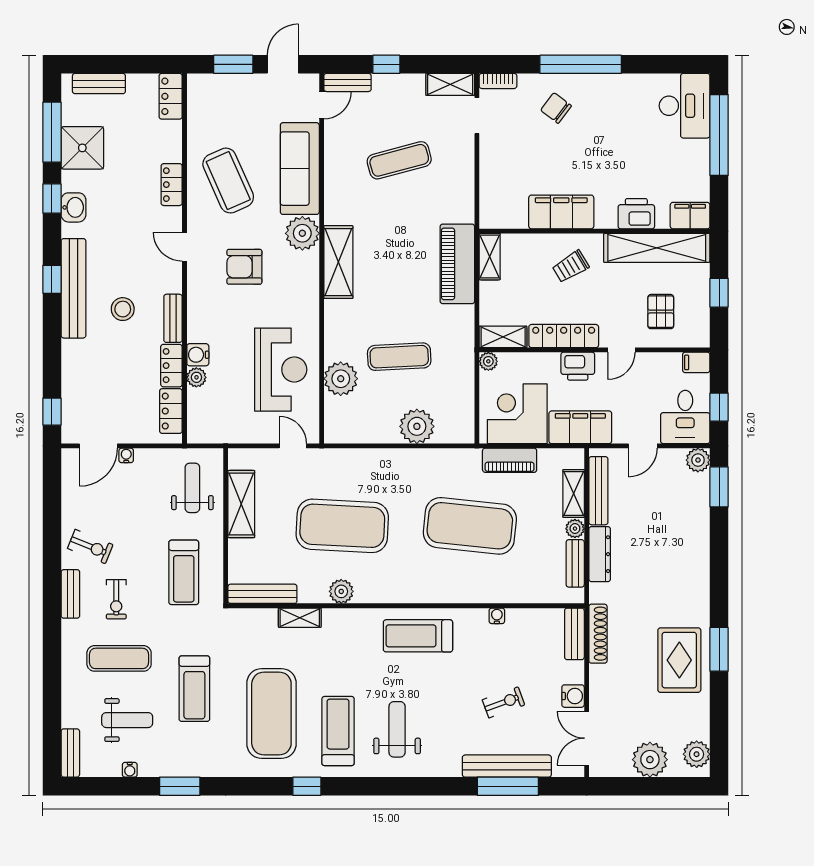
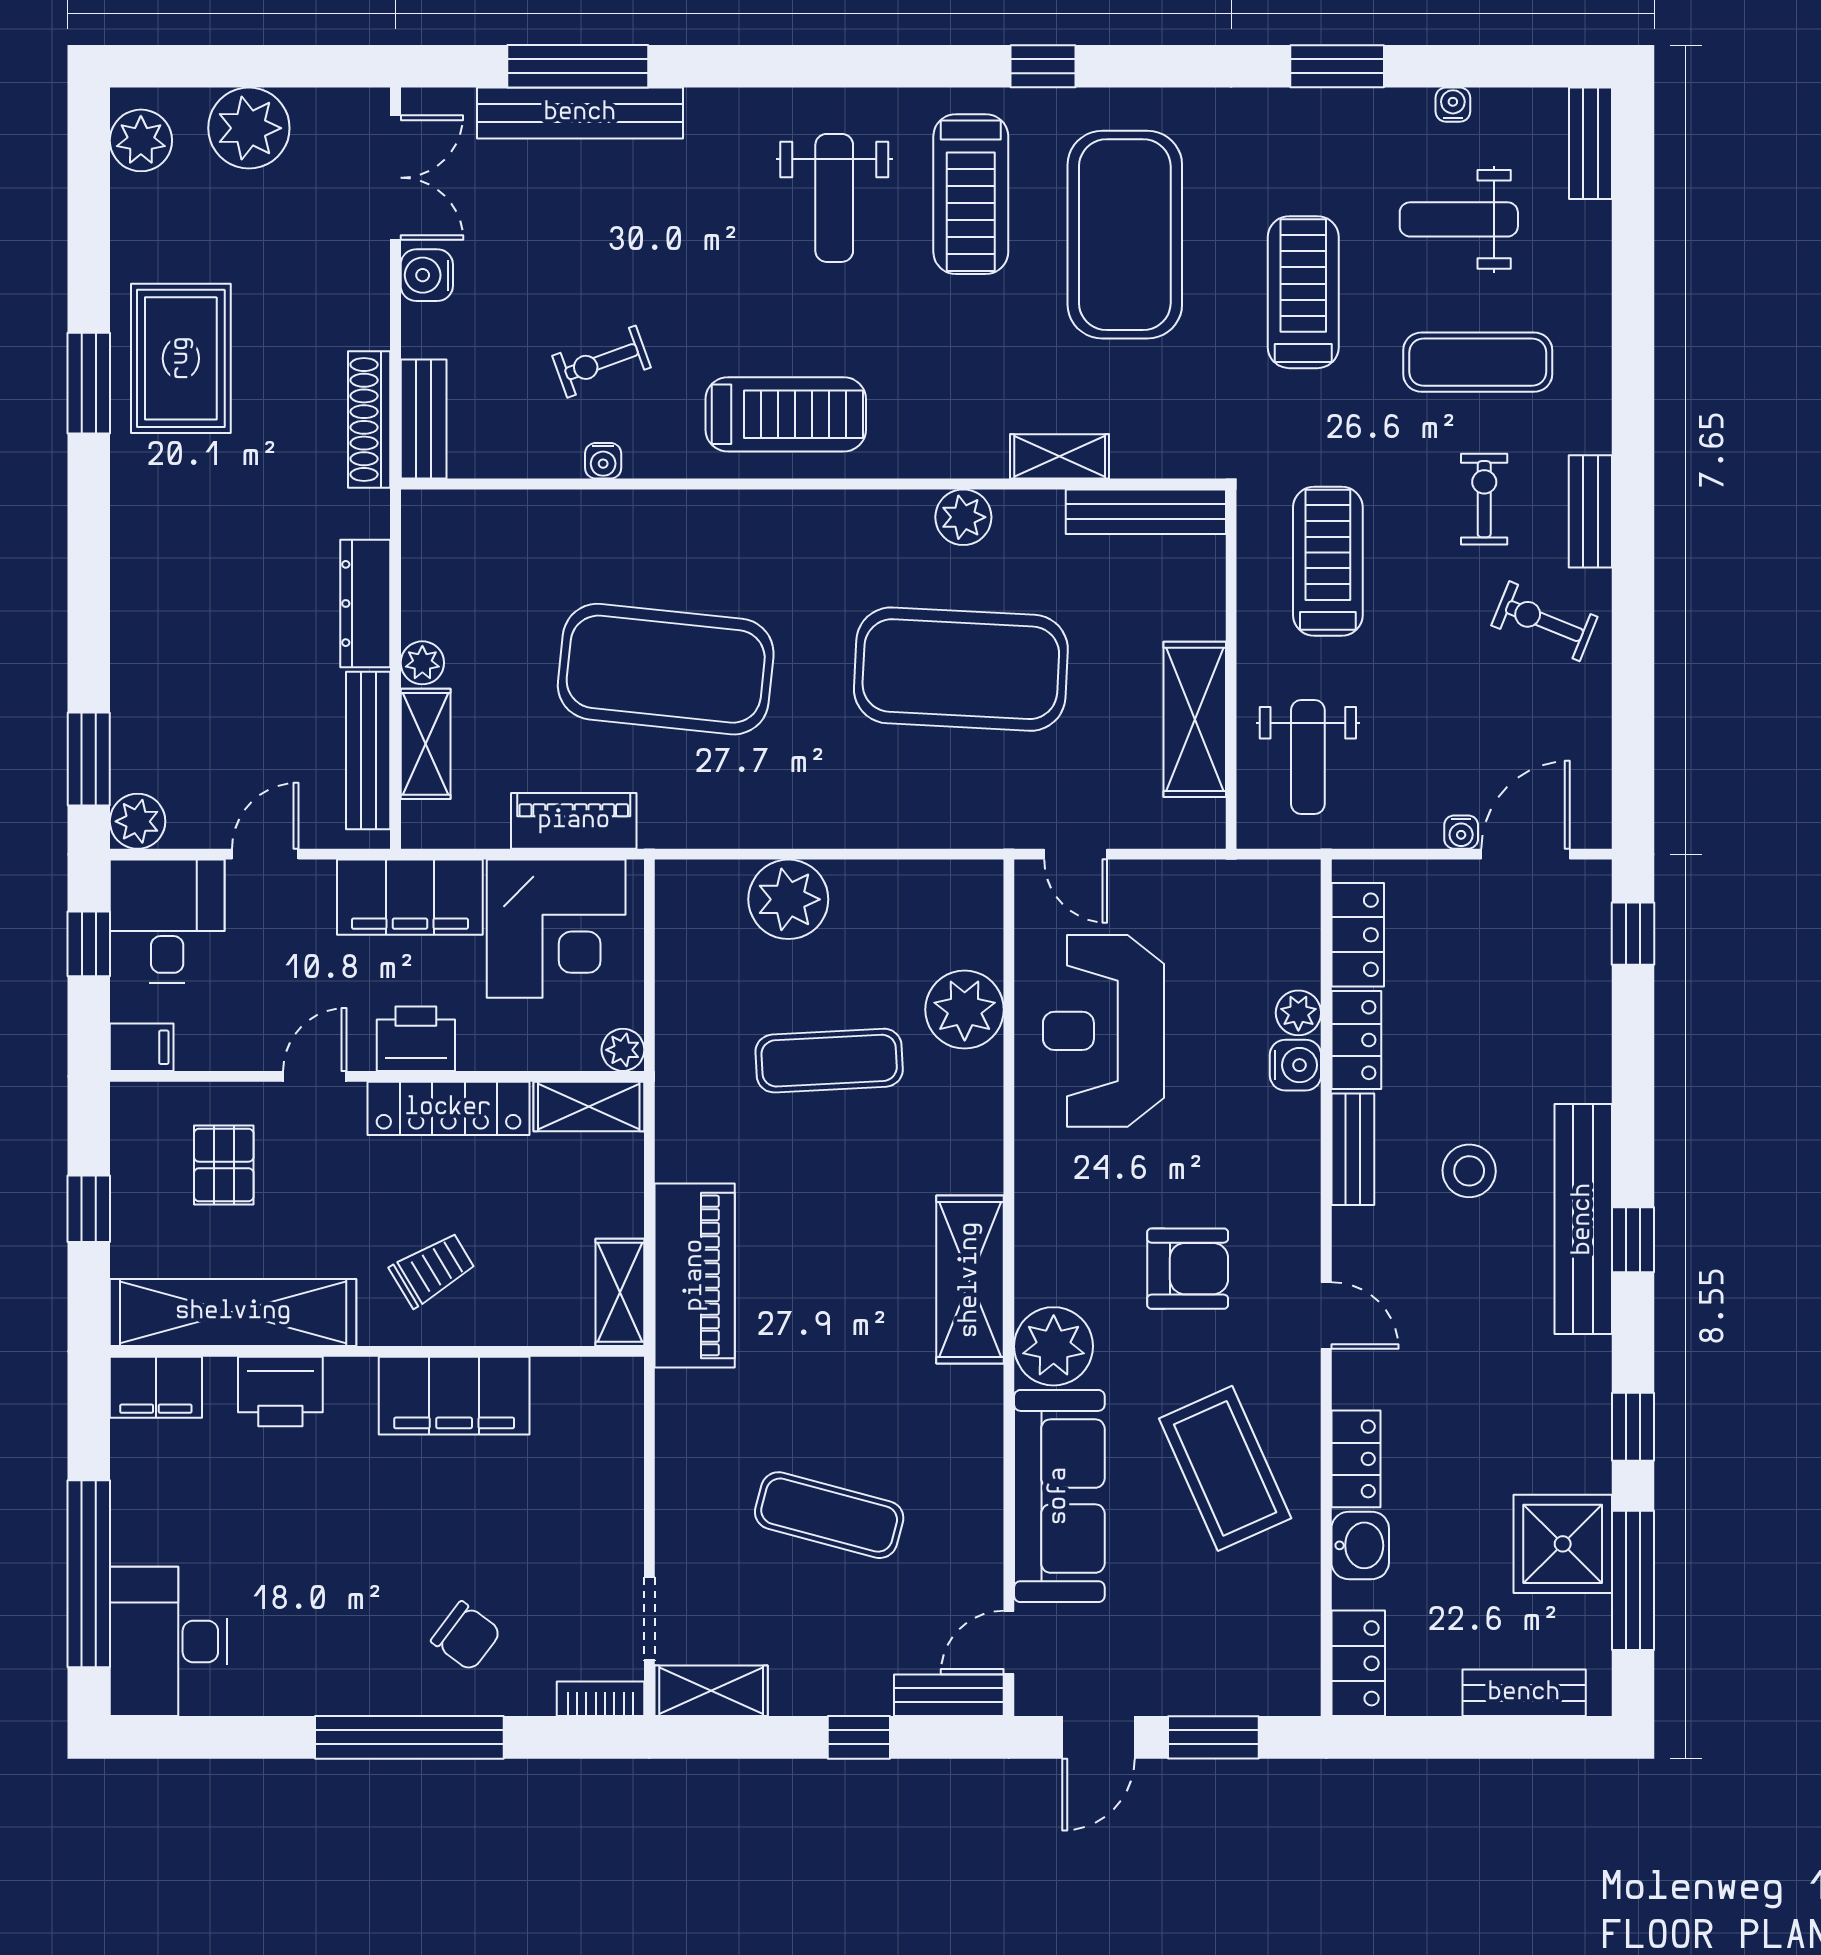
exercise mat: (399, 160) -> (829, 1515), turned 30
washbasin: (73, 207) -> (1360, 1545), moved, turned 180
bench: (575, 563) -> (422, 582), removed
exercise bike: (504, 702) -> (602, 362), moved

